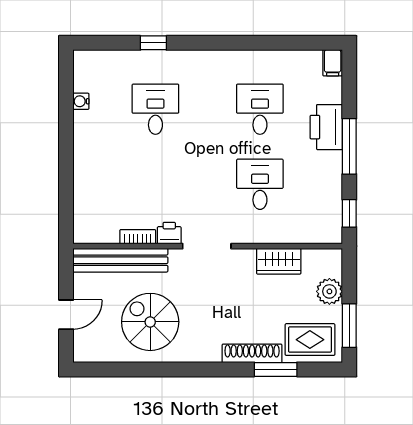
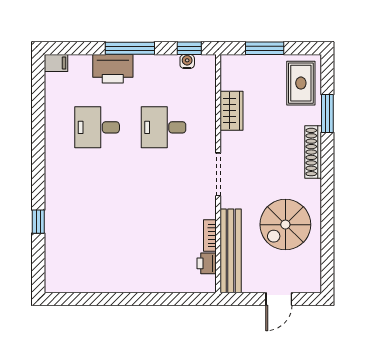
water cooler: (81, 101) -> (187, 61), moved, turned 180
desk: (155, 109) -> (97, 220), removed
printer: (169, 233) -> (207, 263), moved
plant: (329, 291) -> (258, 66), removed
door: (66, 315) -> (279, 299), swing flipped
window: (349, 326) -> (265, 48), moved
shoe rack: (252, 353) -> (313, 152), moved

